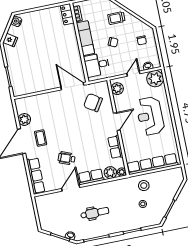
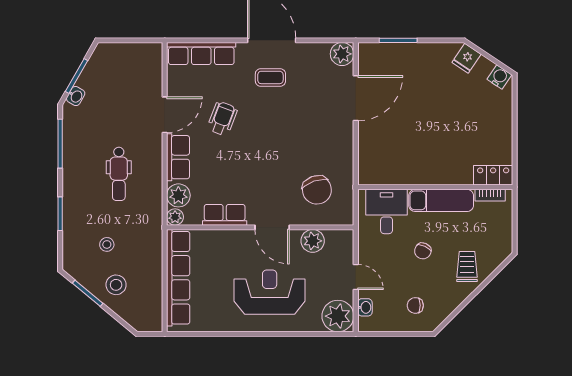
door: (72, 86) -> (356, 98), moved
plant: (117, 89) -> (313, 241), moved
chair: (93, 103) -> (317, 190), turned 128
plant: (24, 119) -> (342, 54), moved
stool: (144, 186) -> (116, 285), moved
door: (71, 188) -> (165, 115), hinge flipped
dental chair: (95, 213) -> (119, 174), moved

